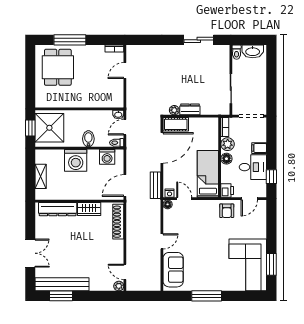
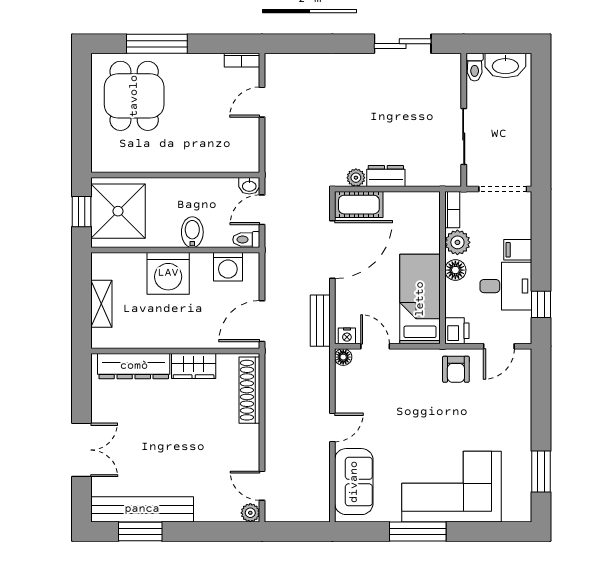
corner sofa: (248, 265) -> (451, 487), moved, turned 90

